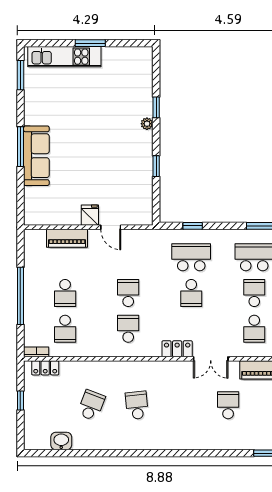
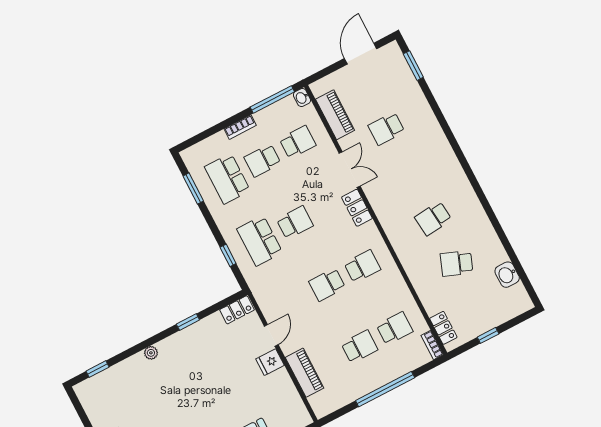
window: (156, 107) -> (97, 369), moved
locker: (145, 210) -> (237, 310), added
school desk: (128, 329) -> (362, 266), turned 180

